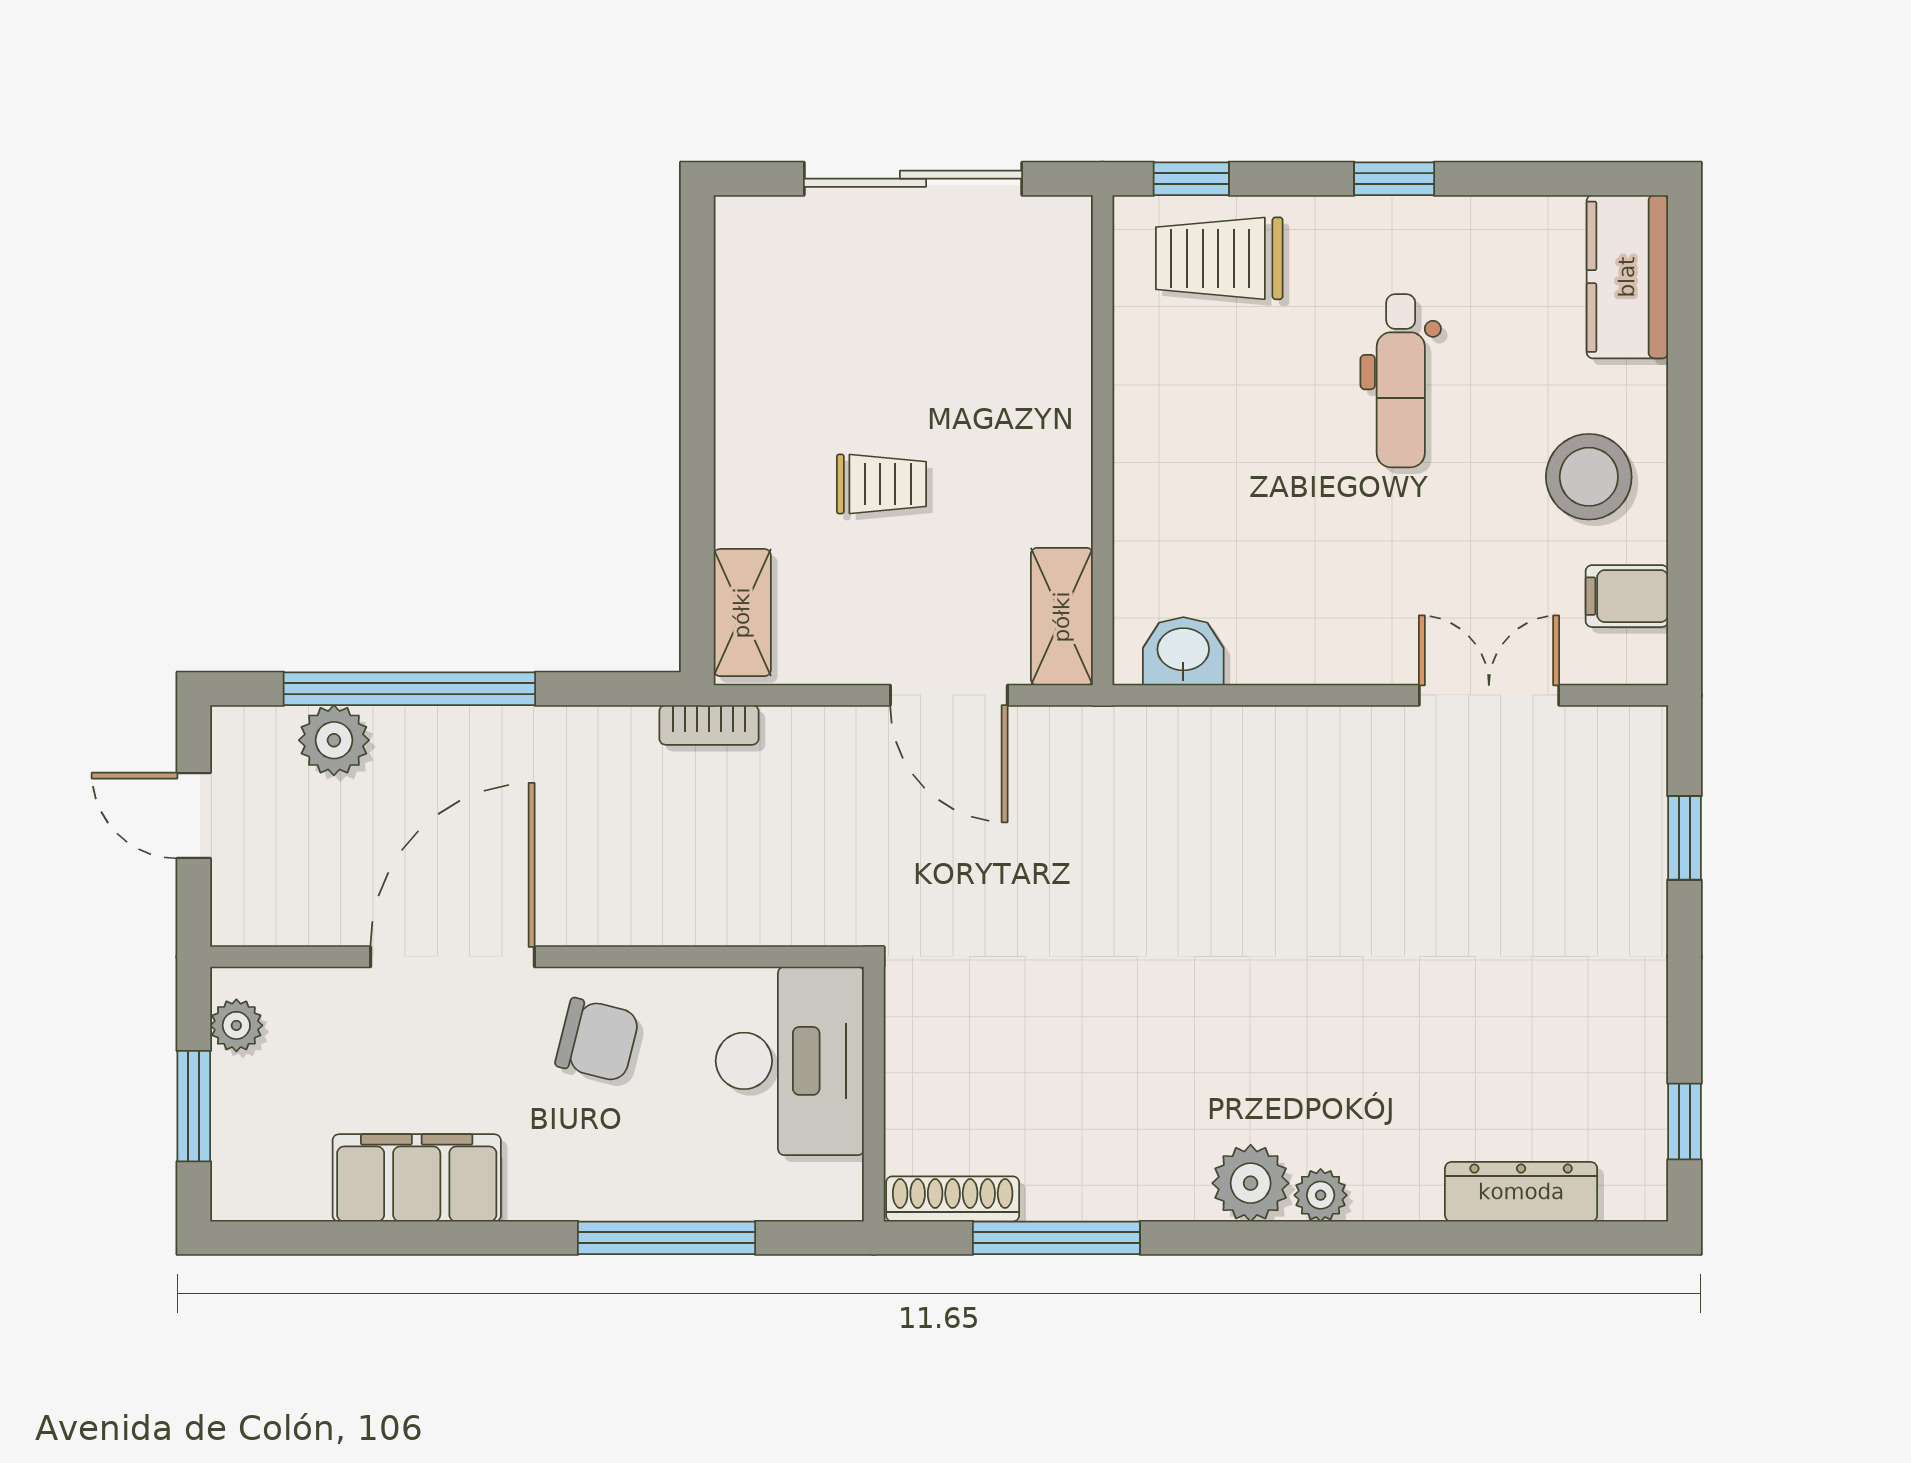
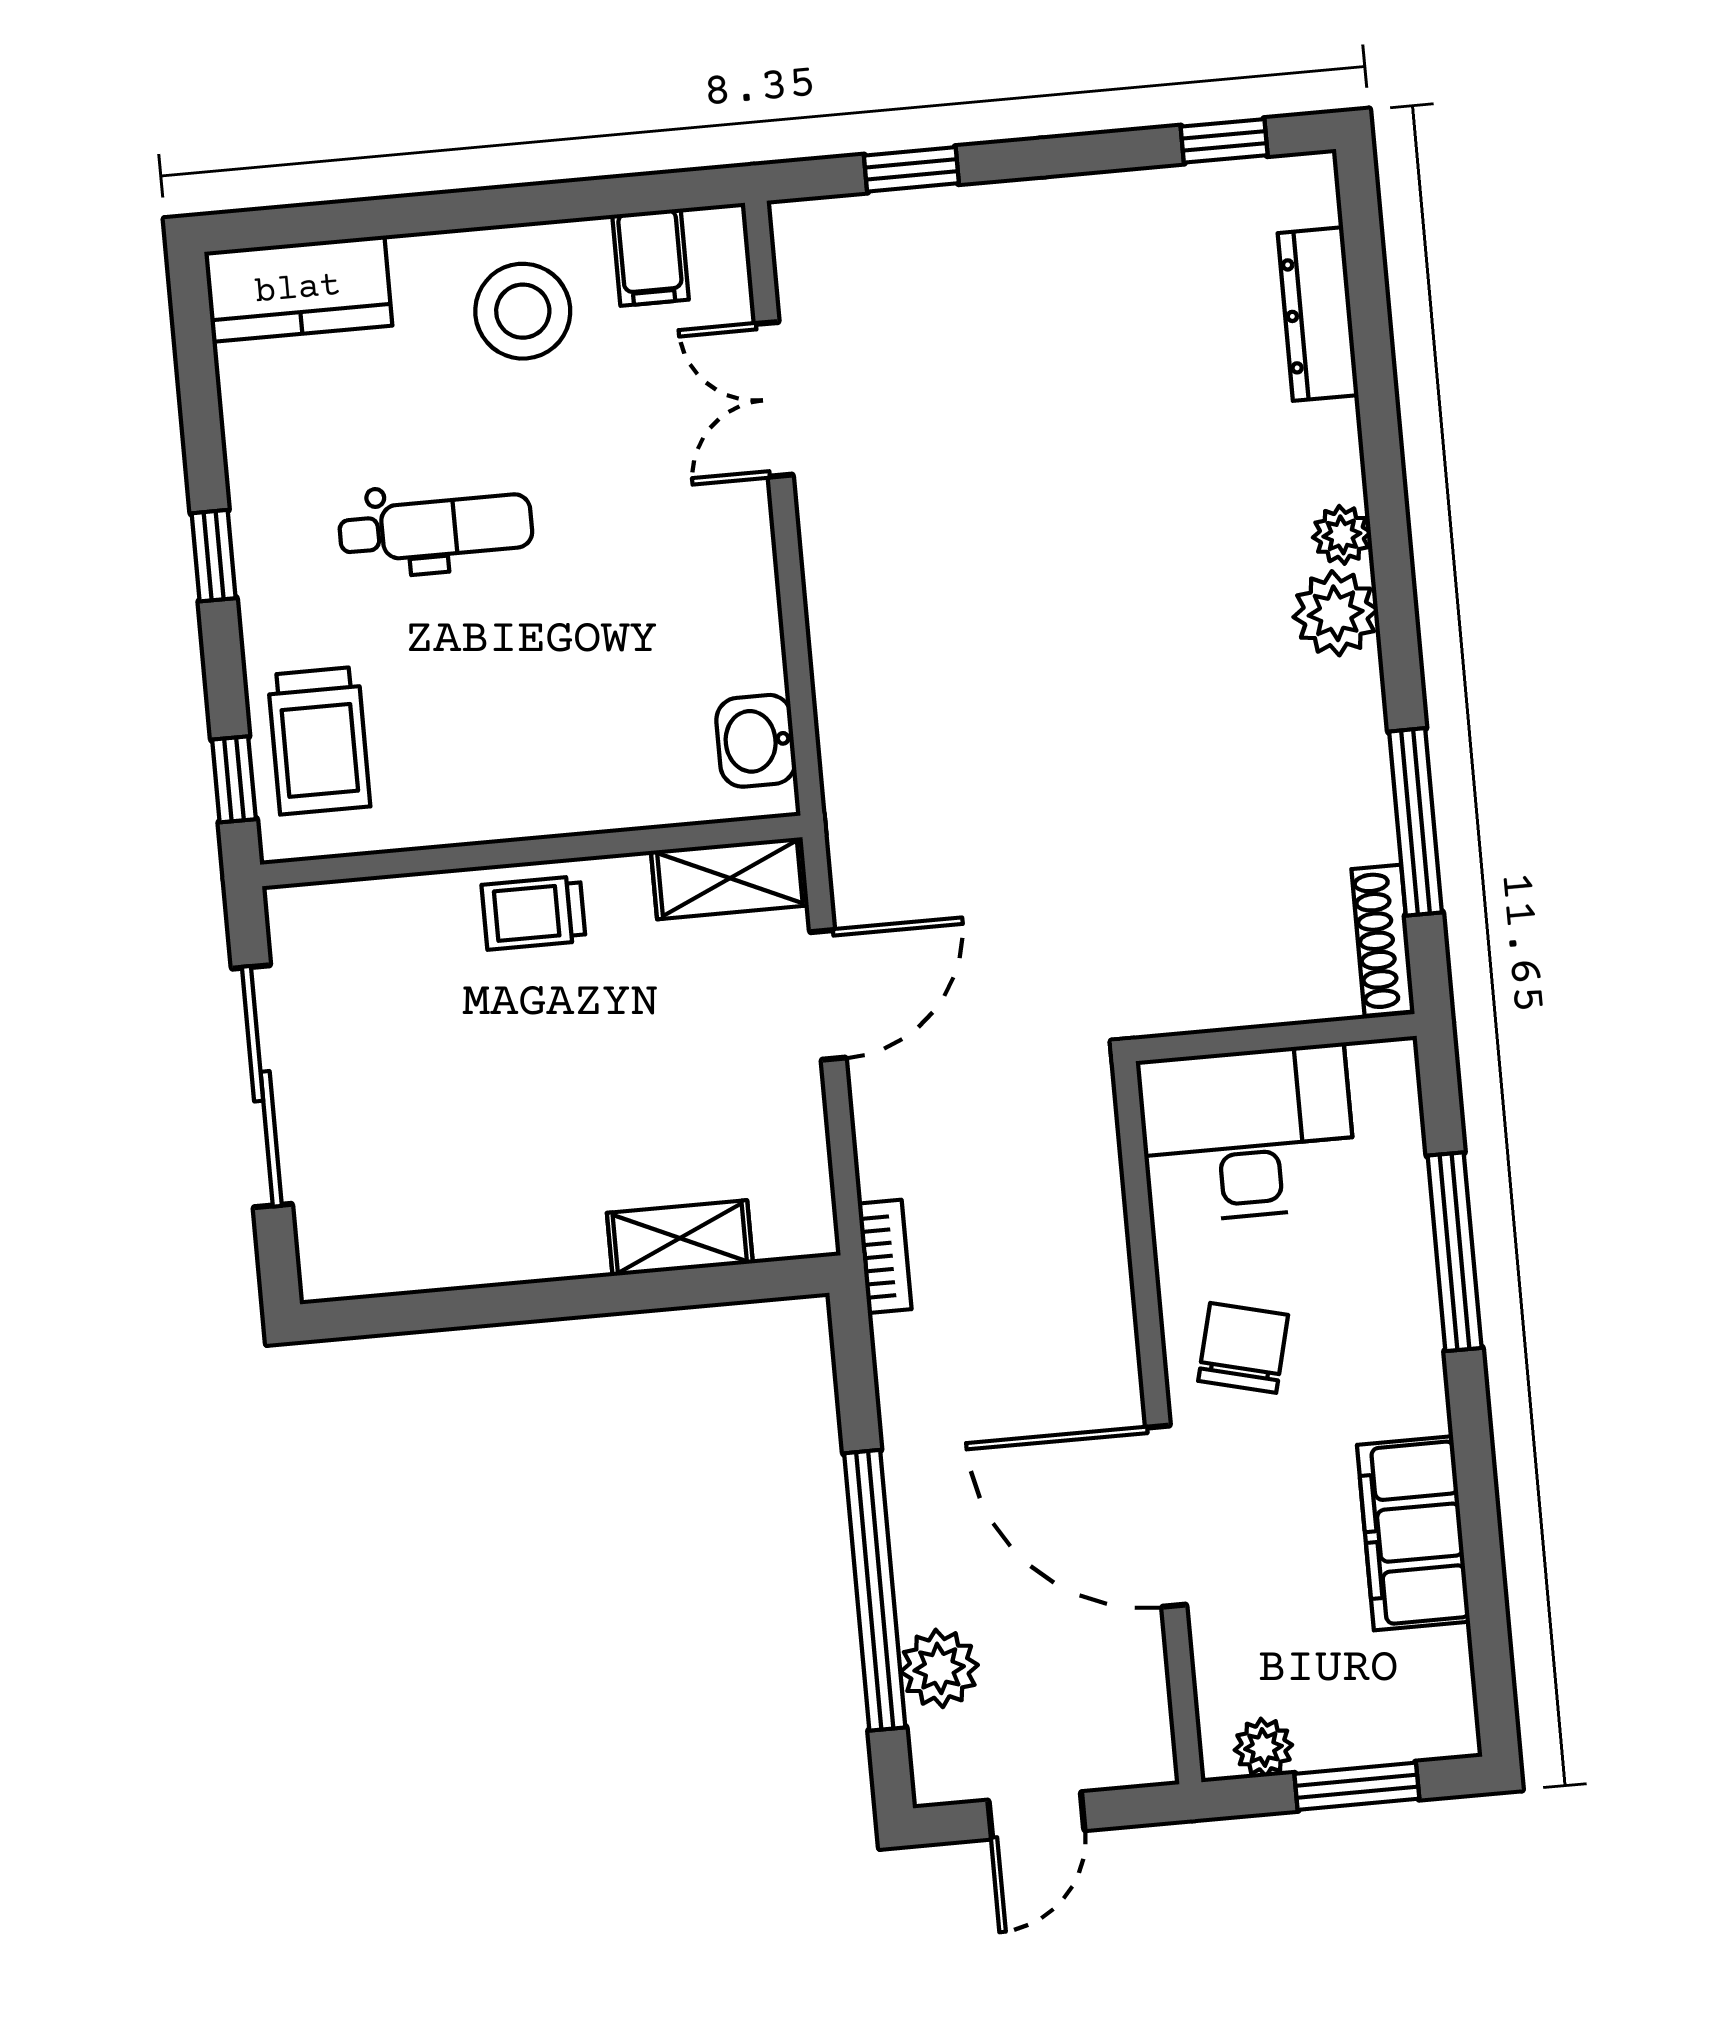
trolley: (881, 484) -> (534, 913), moved, turned -90
shelving: (742, 613) -> (680, 1238), moved

